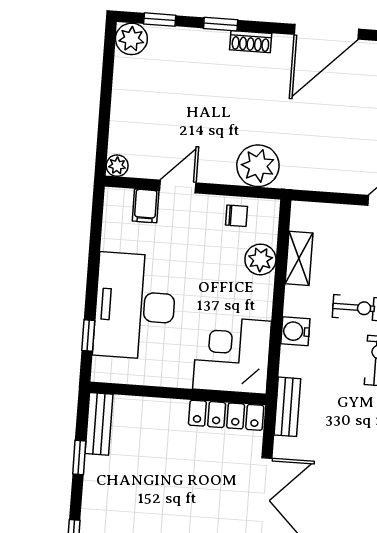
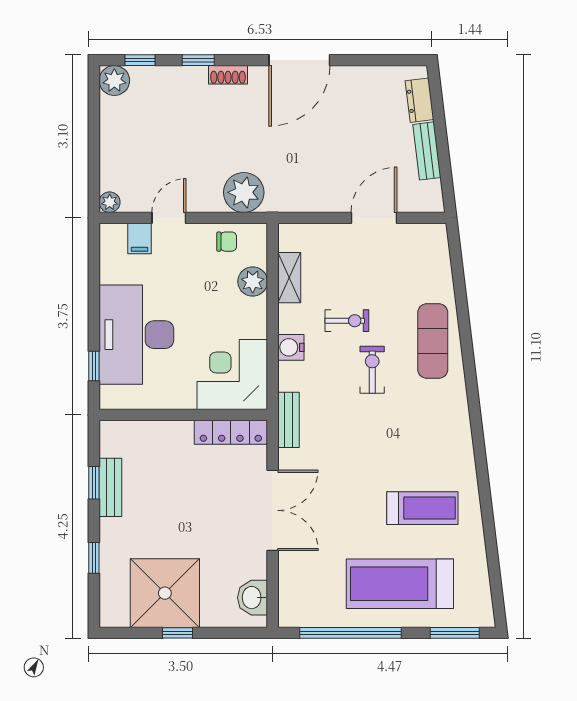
bench: (99, 424) -> (110, 487), moved

